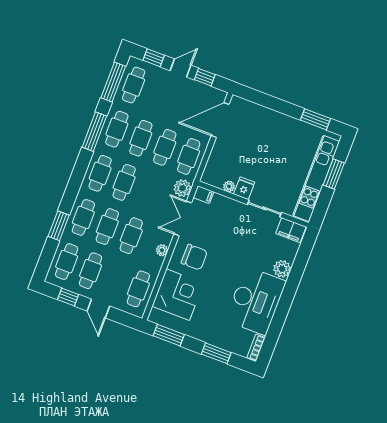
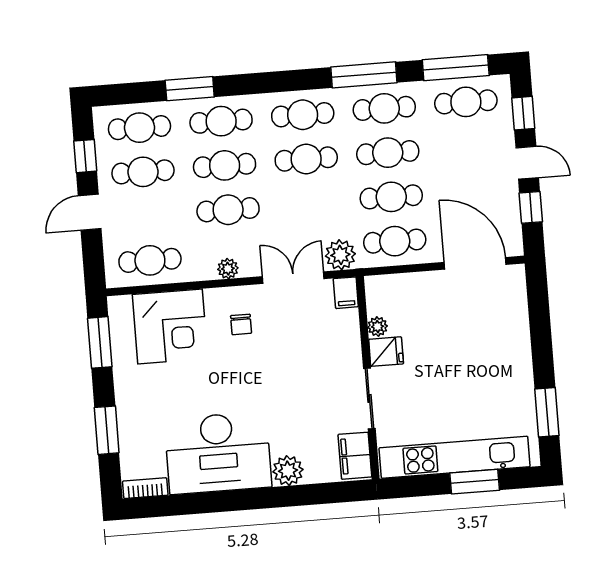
chair: (194, 257) -> (241, 324), width x0.54, depth x0.54

